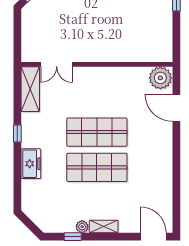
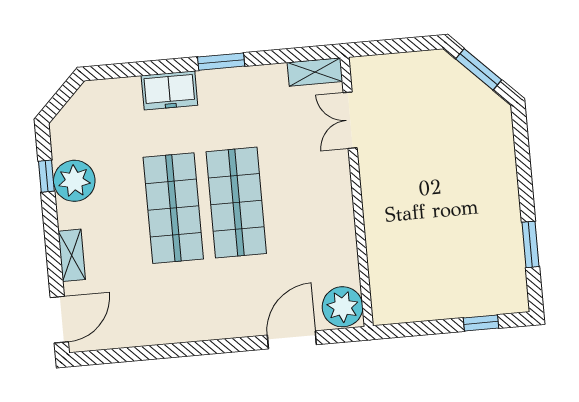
shelving: (30, 89) -> (315, 72), width x0.67, depth x0.75
window: (17, 133) -> (221, 62), width x1.50
shelving: (104, 226) -> (72, 255), moved
plant: (82, 227) -> (74, 181), width x1.88, depth x1.88

